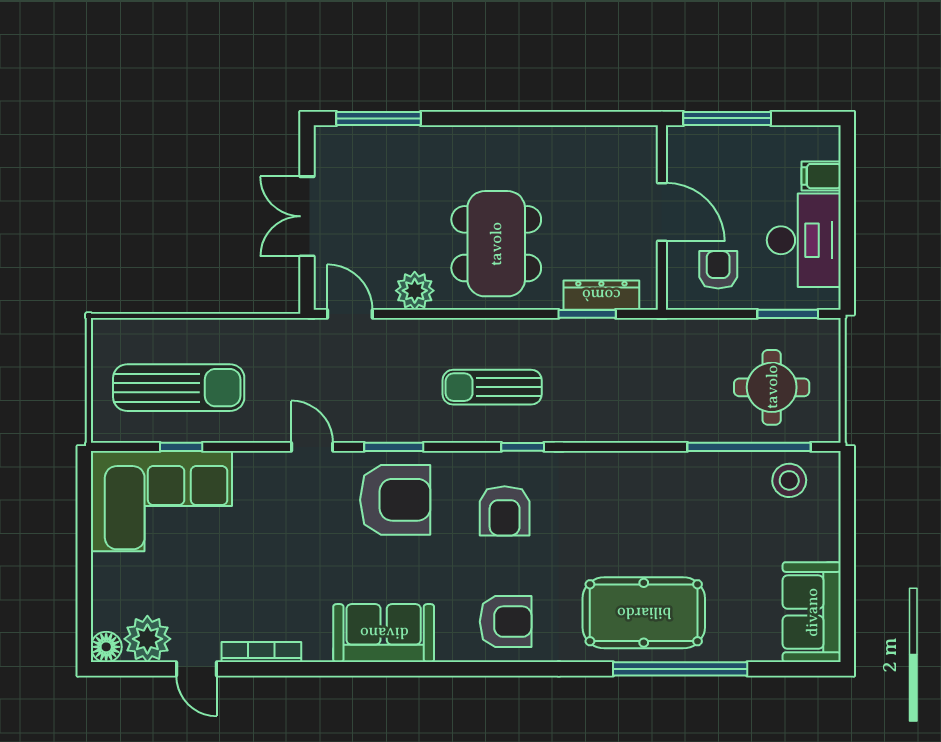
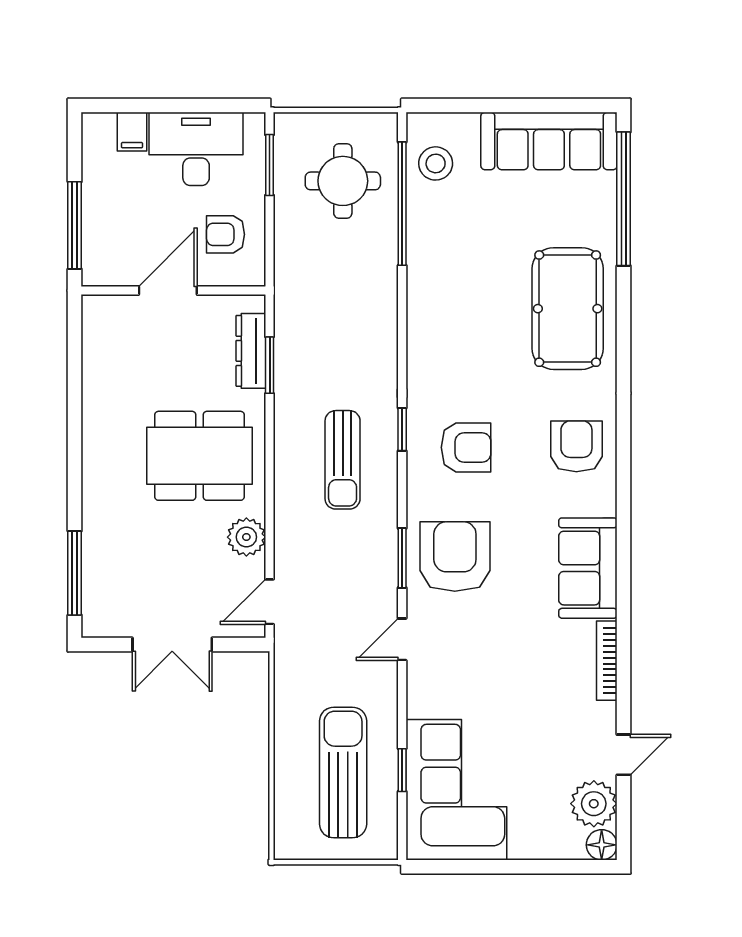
sofa: (812, 612) -> (549, 141), width x1.36
bookcase: (261, 652) -> (607, 661), moved
window: (680, 669) -> (624, 199), moved

